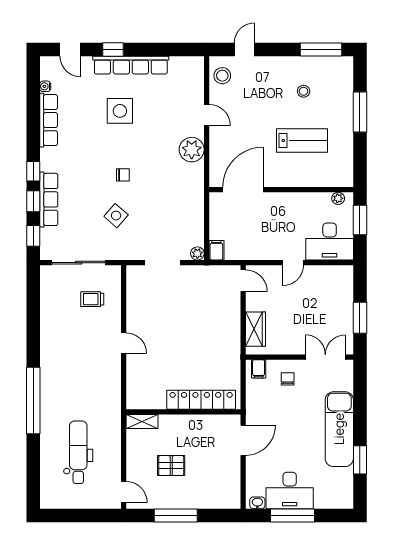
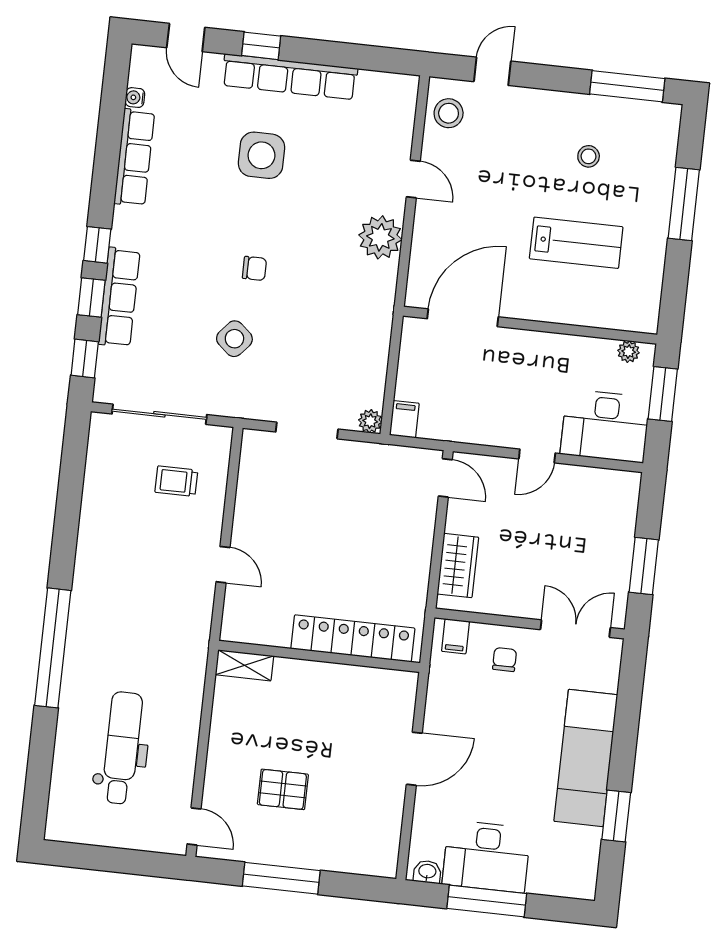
locker: (201, 400) -> (353, 638), moved
wall: (183, 412) -> (319, 656), moved
shelving: (142, 422) -> (244, 665), moved

